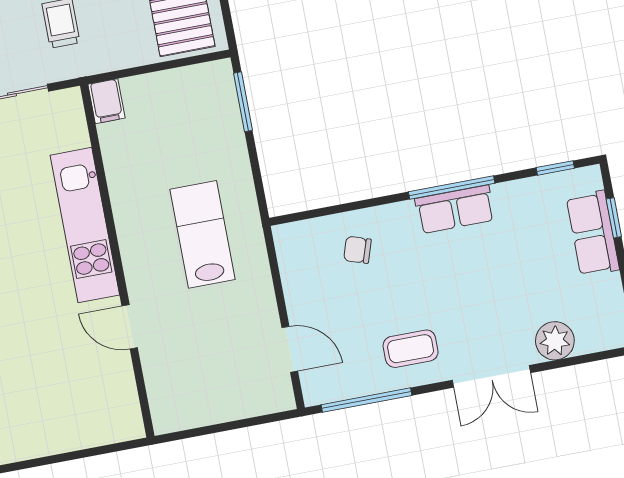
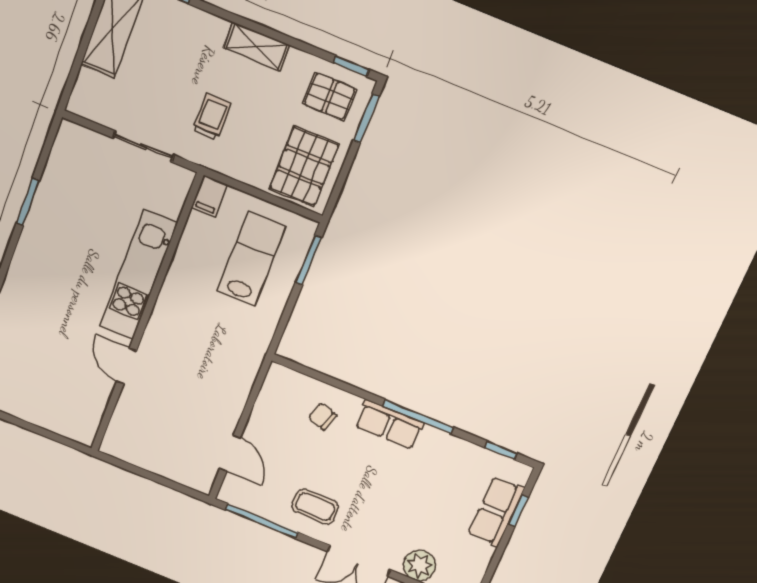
row of seats: (455, 209) -> (389, 424), moved
lab bench: (202, 234) -> (251, 259), moved

